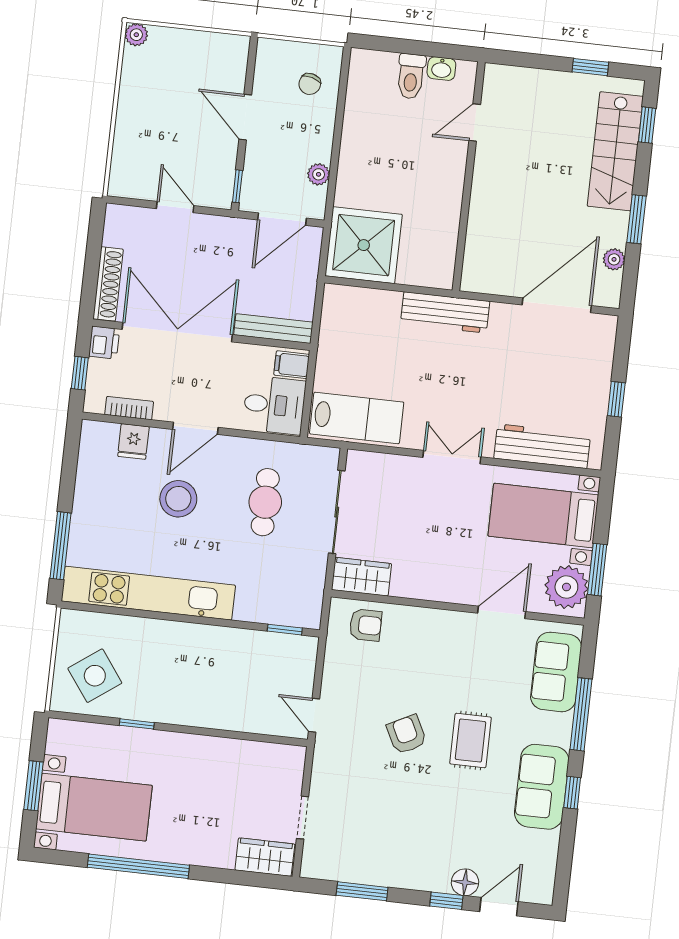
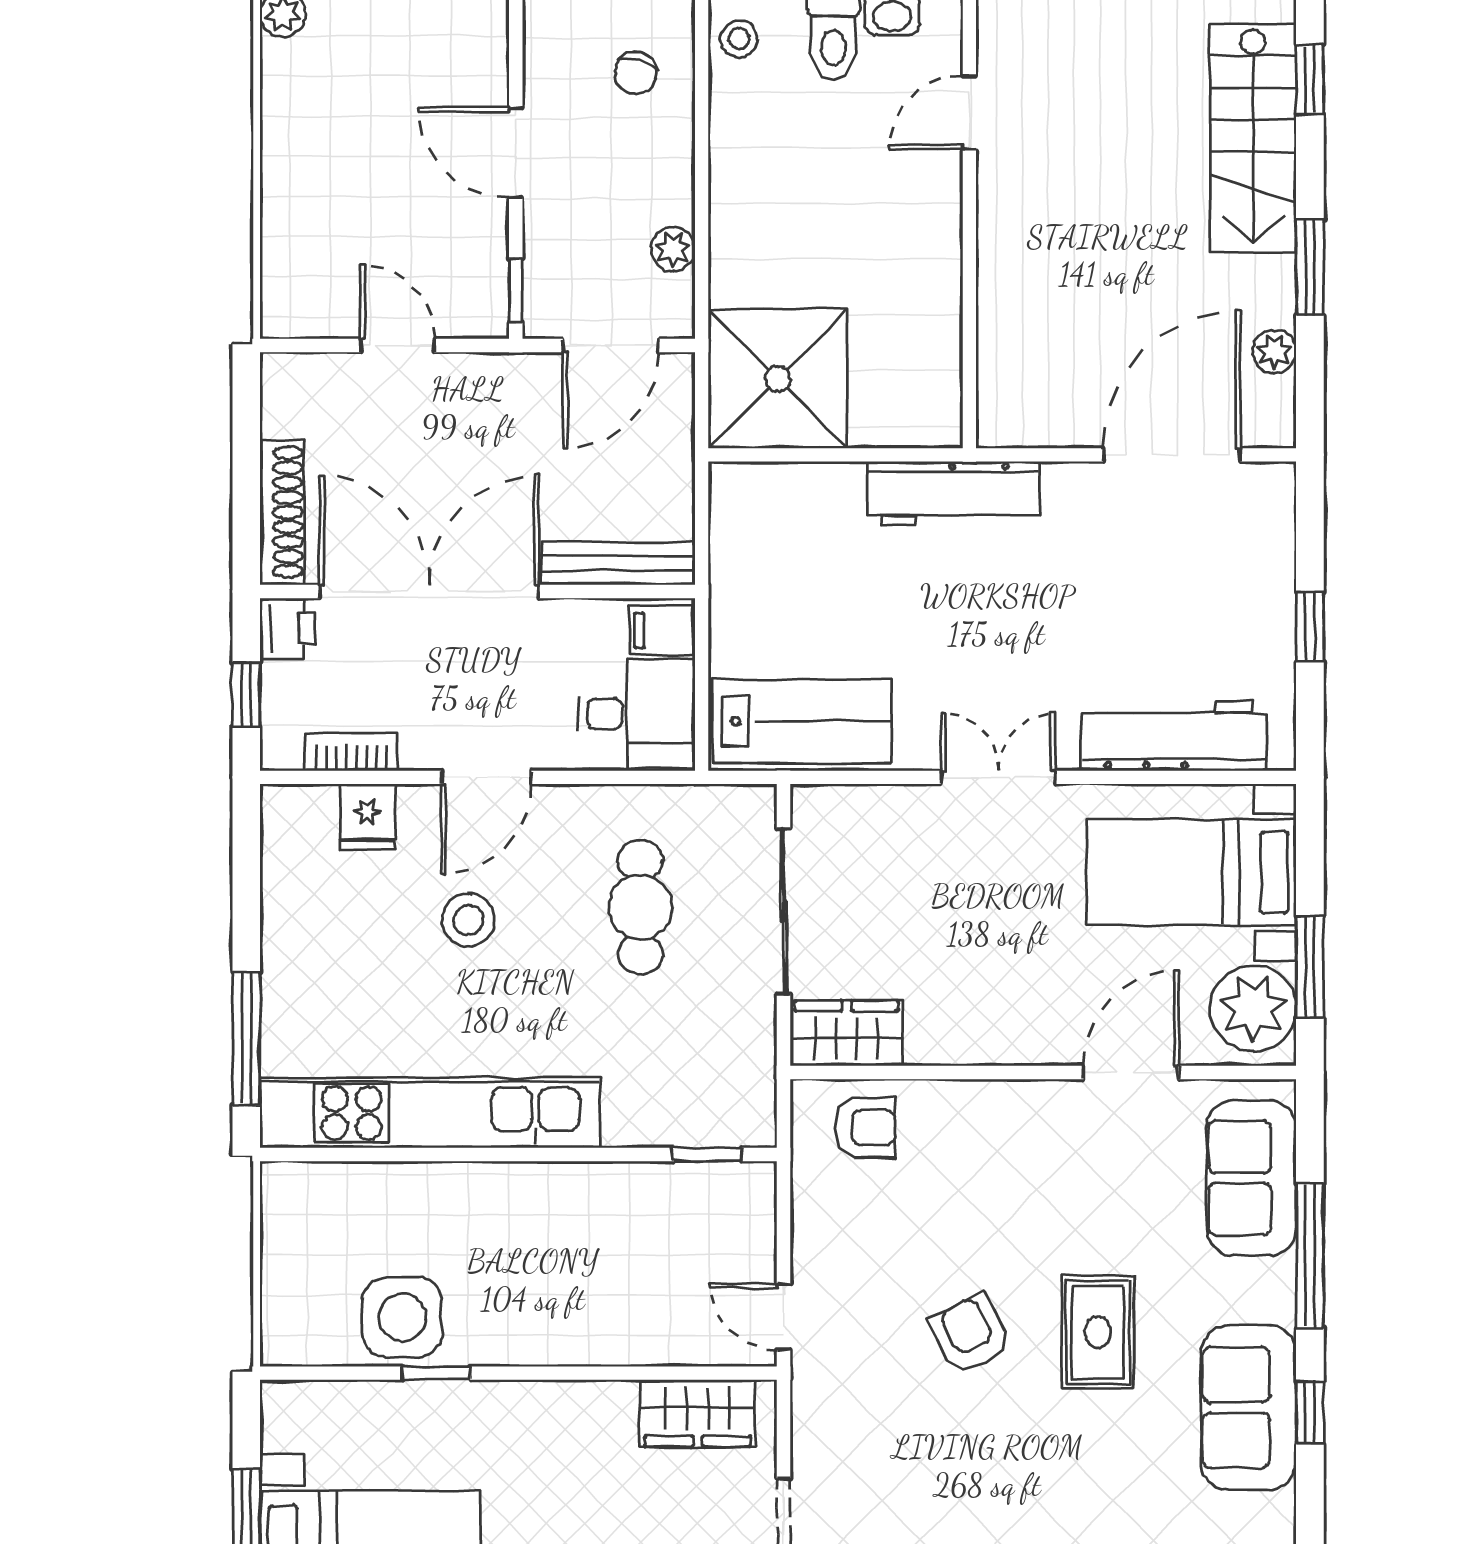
stool: (364, 73) -> (739, 39), added
stool: (178, 499) -> (468, 920), width x0.73, depth x0.73
side table: (95, 676) -> (402, 1317), moved, turned 36
wardrobe: (265, 759) -> (698, 1413), added

